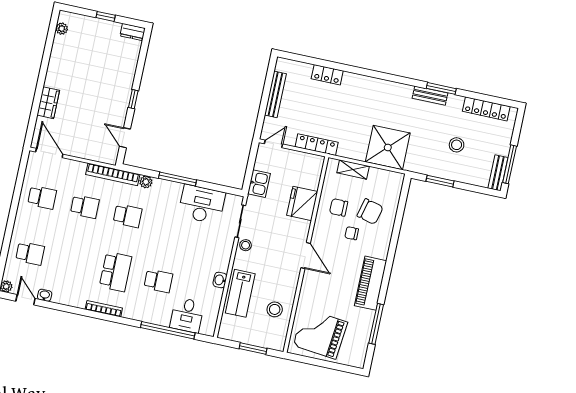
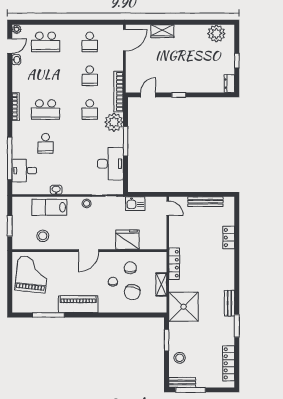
plant: (62, 29) -> (216, 33), width x1.88, depth x1.88
bench: (430, 96) -> (229, 303), moved
locker: (317, 145) -> (174, 264), moved
stool: (457, 145) -> (180, 358), moved
shower: (388, 147) -> (184, 307), moved
shelving: (353, 169) -> (161, 285), moved
plant: (146, 182) -> (114, 122), width x1.88, depth x1.88
school desk: (30, 253) -> (46, 42), width x1.85

